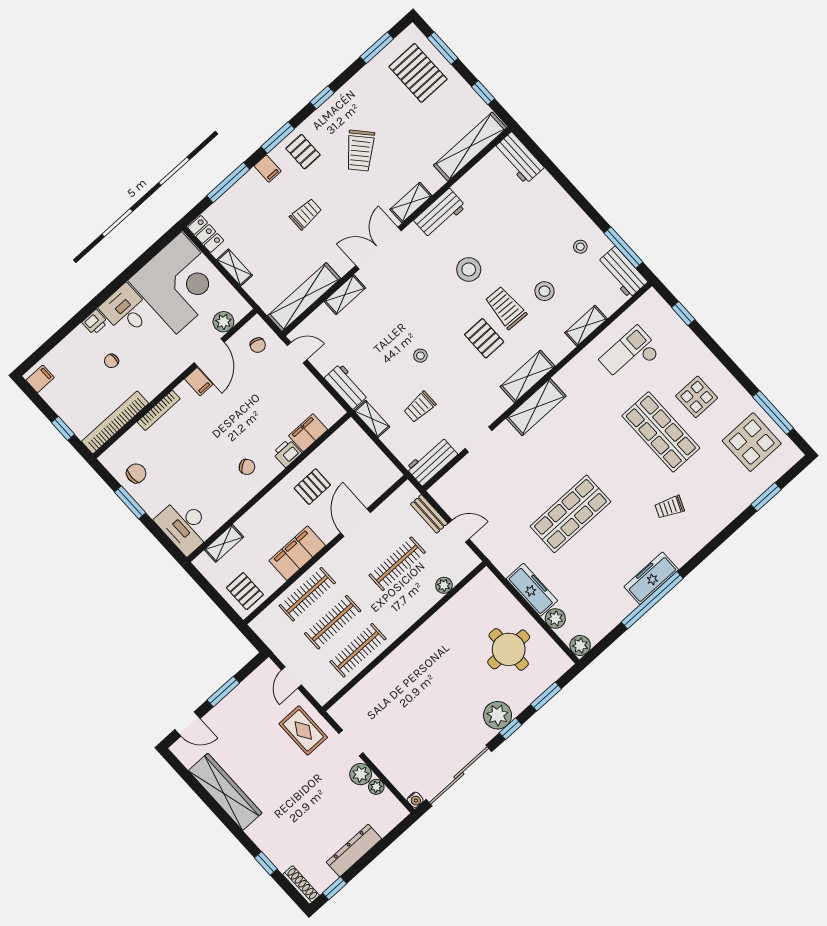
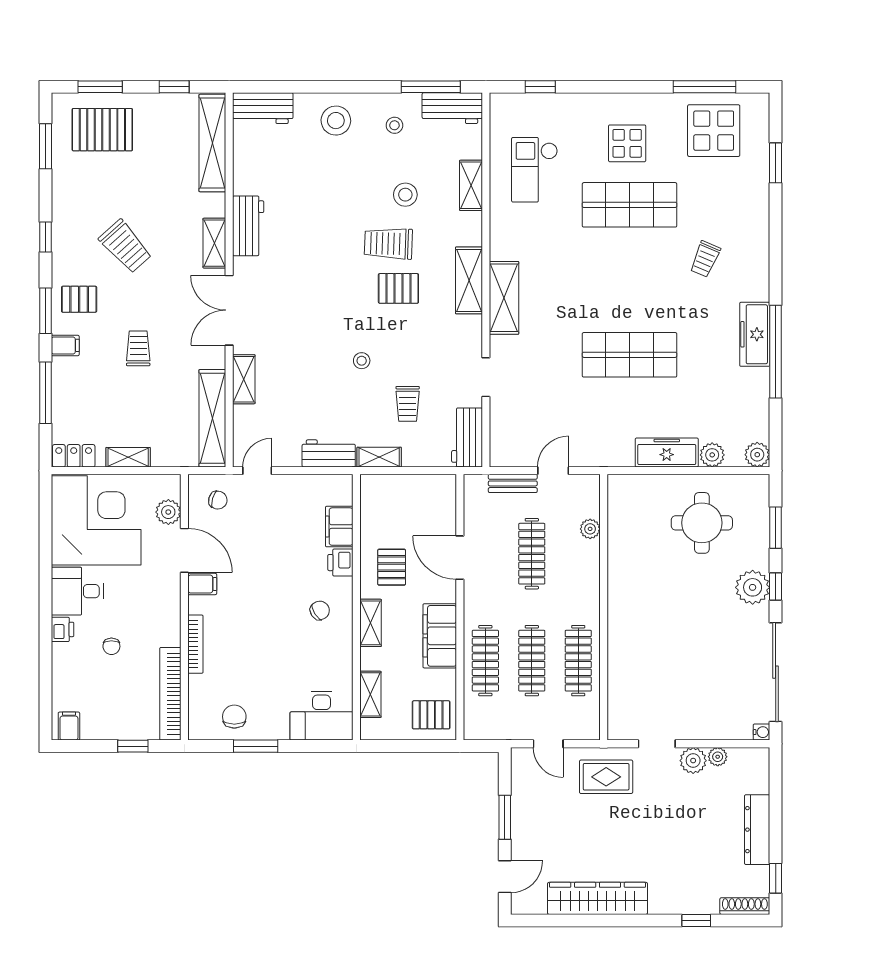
stool: (469, 269) -> (336, 121), moved
shelving: (267, 504) -> (371, 623), added
shop shelf: (570, 514) -> (630, 355), turned 90

